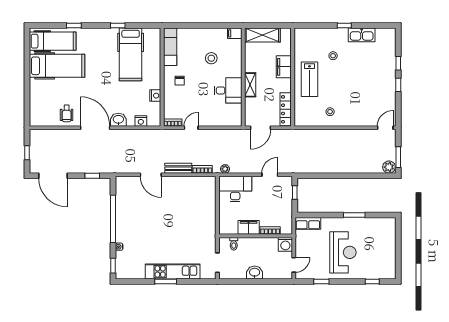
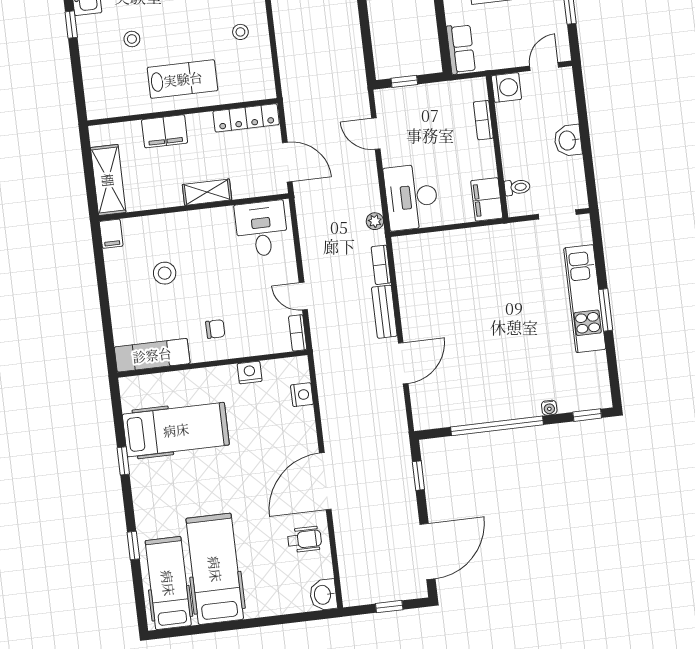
desk: (228, 90) -> (261, 229), moved
washbasin: (118, 120) -> (323, 595), moved
filing cabinet: (249, 227) -> (487, 199), moved
door: (294, 265) -> (544, 67), hinge flipped

